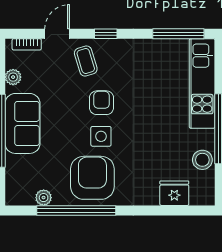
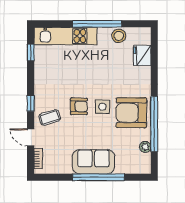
window: (178, 34) -> (31, 53), width x0.46
plant: (13, 77) -> (61, 168), removed
armchair: (102, 103) -> (79, 106), turned 180

